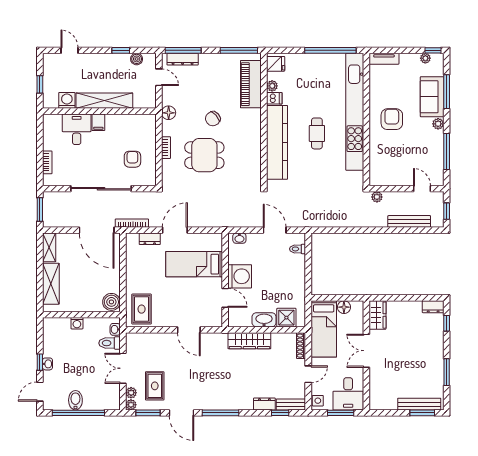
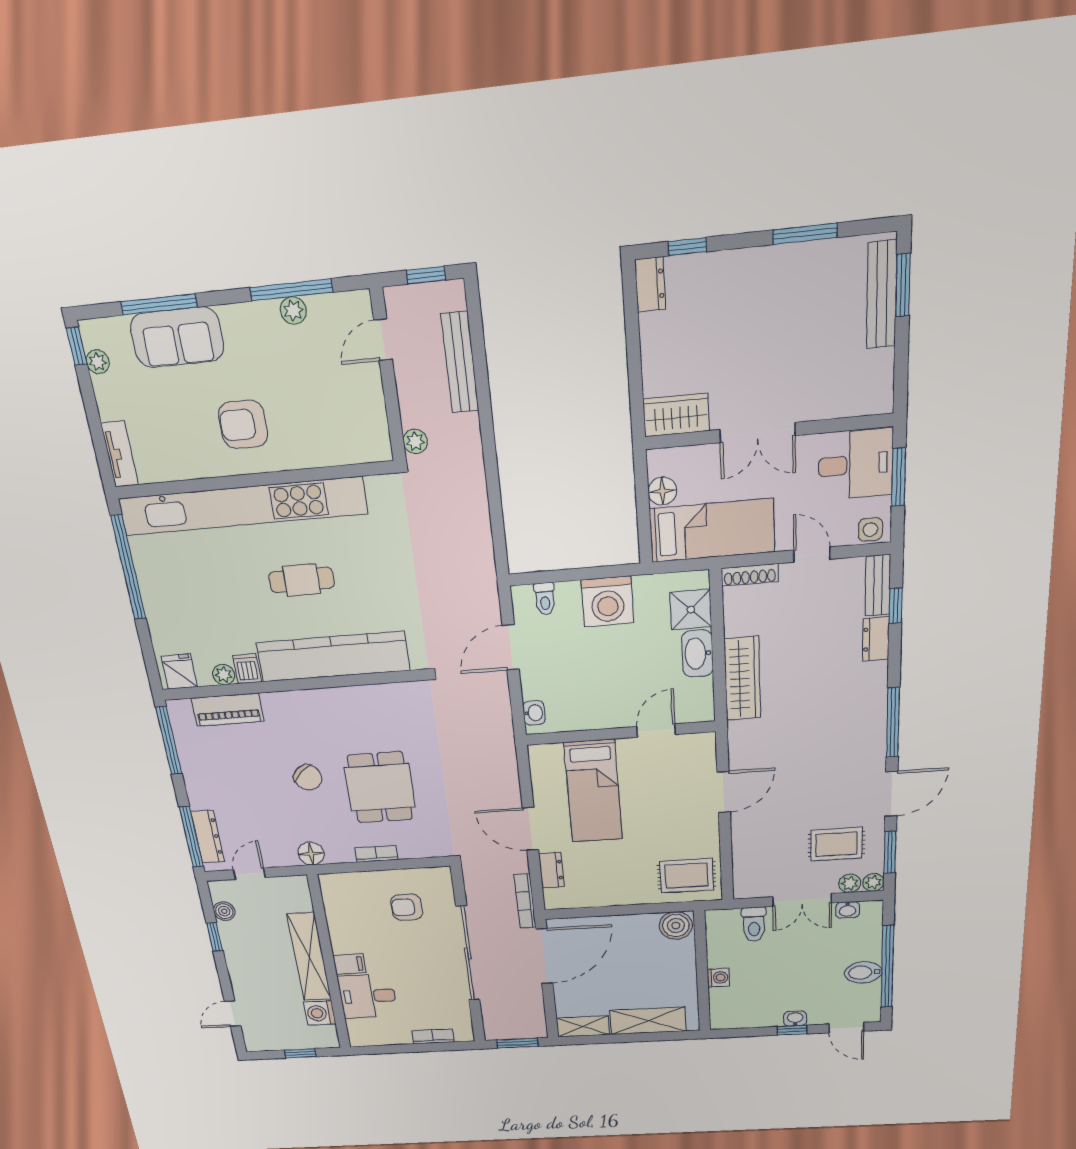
piano: (251, 84) -> (228, 710), width x0.73, depth x0.75
plant: (438, 124) -> (293, 310), moved
washing machine: (240, 276) -> (608, 601), moved, turned 180
washbasin: (115, 329) -> (848, 910), moved

